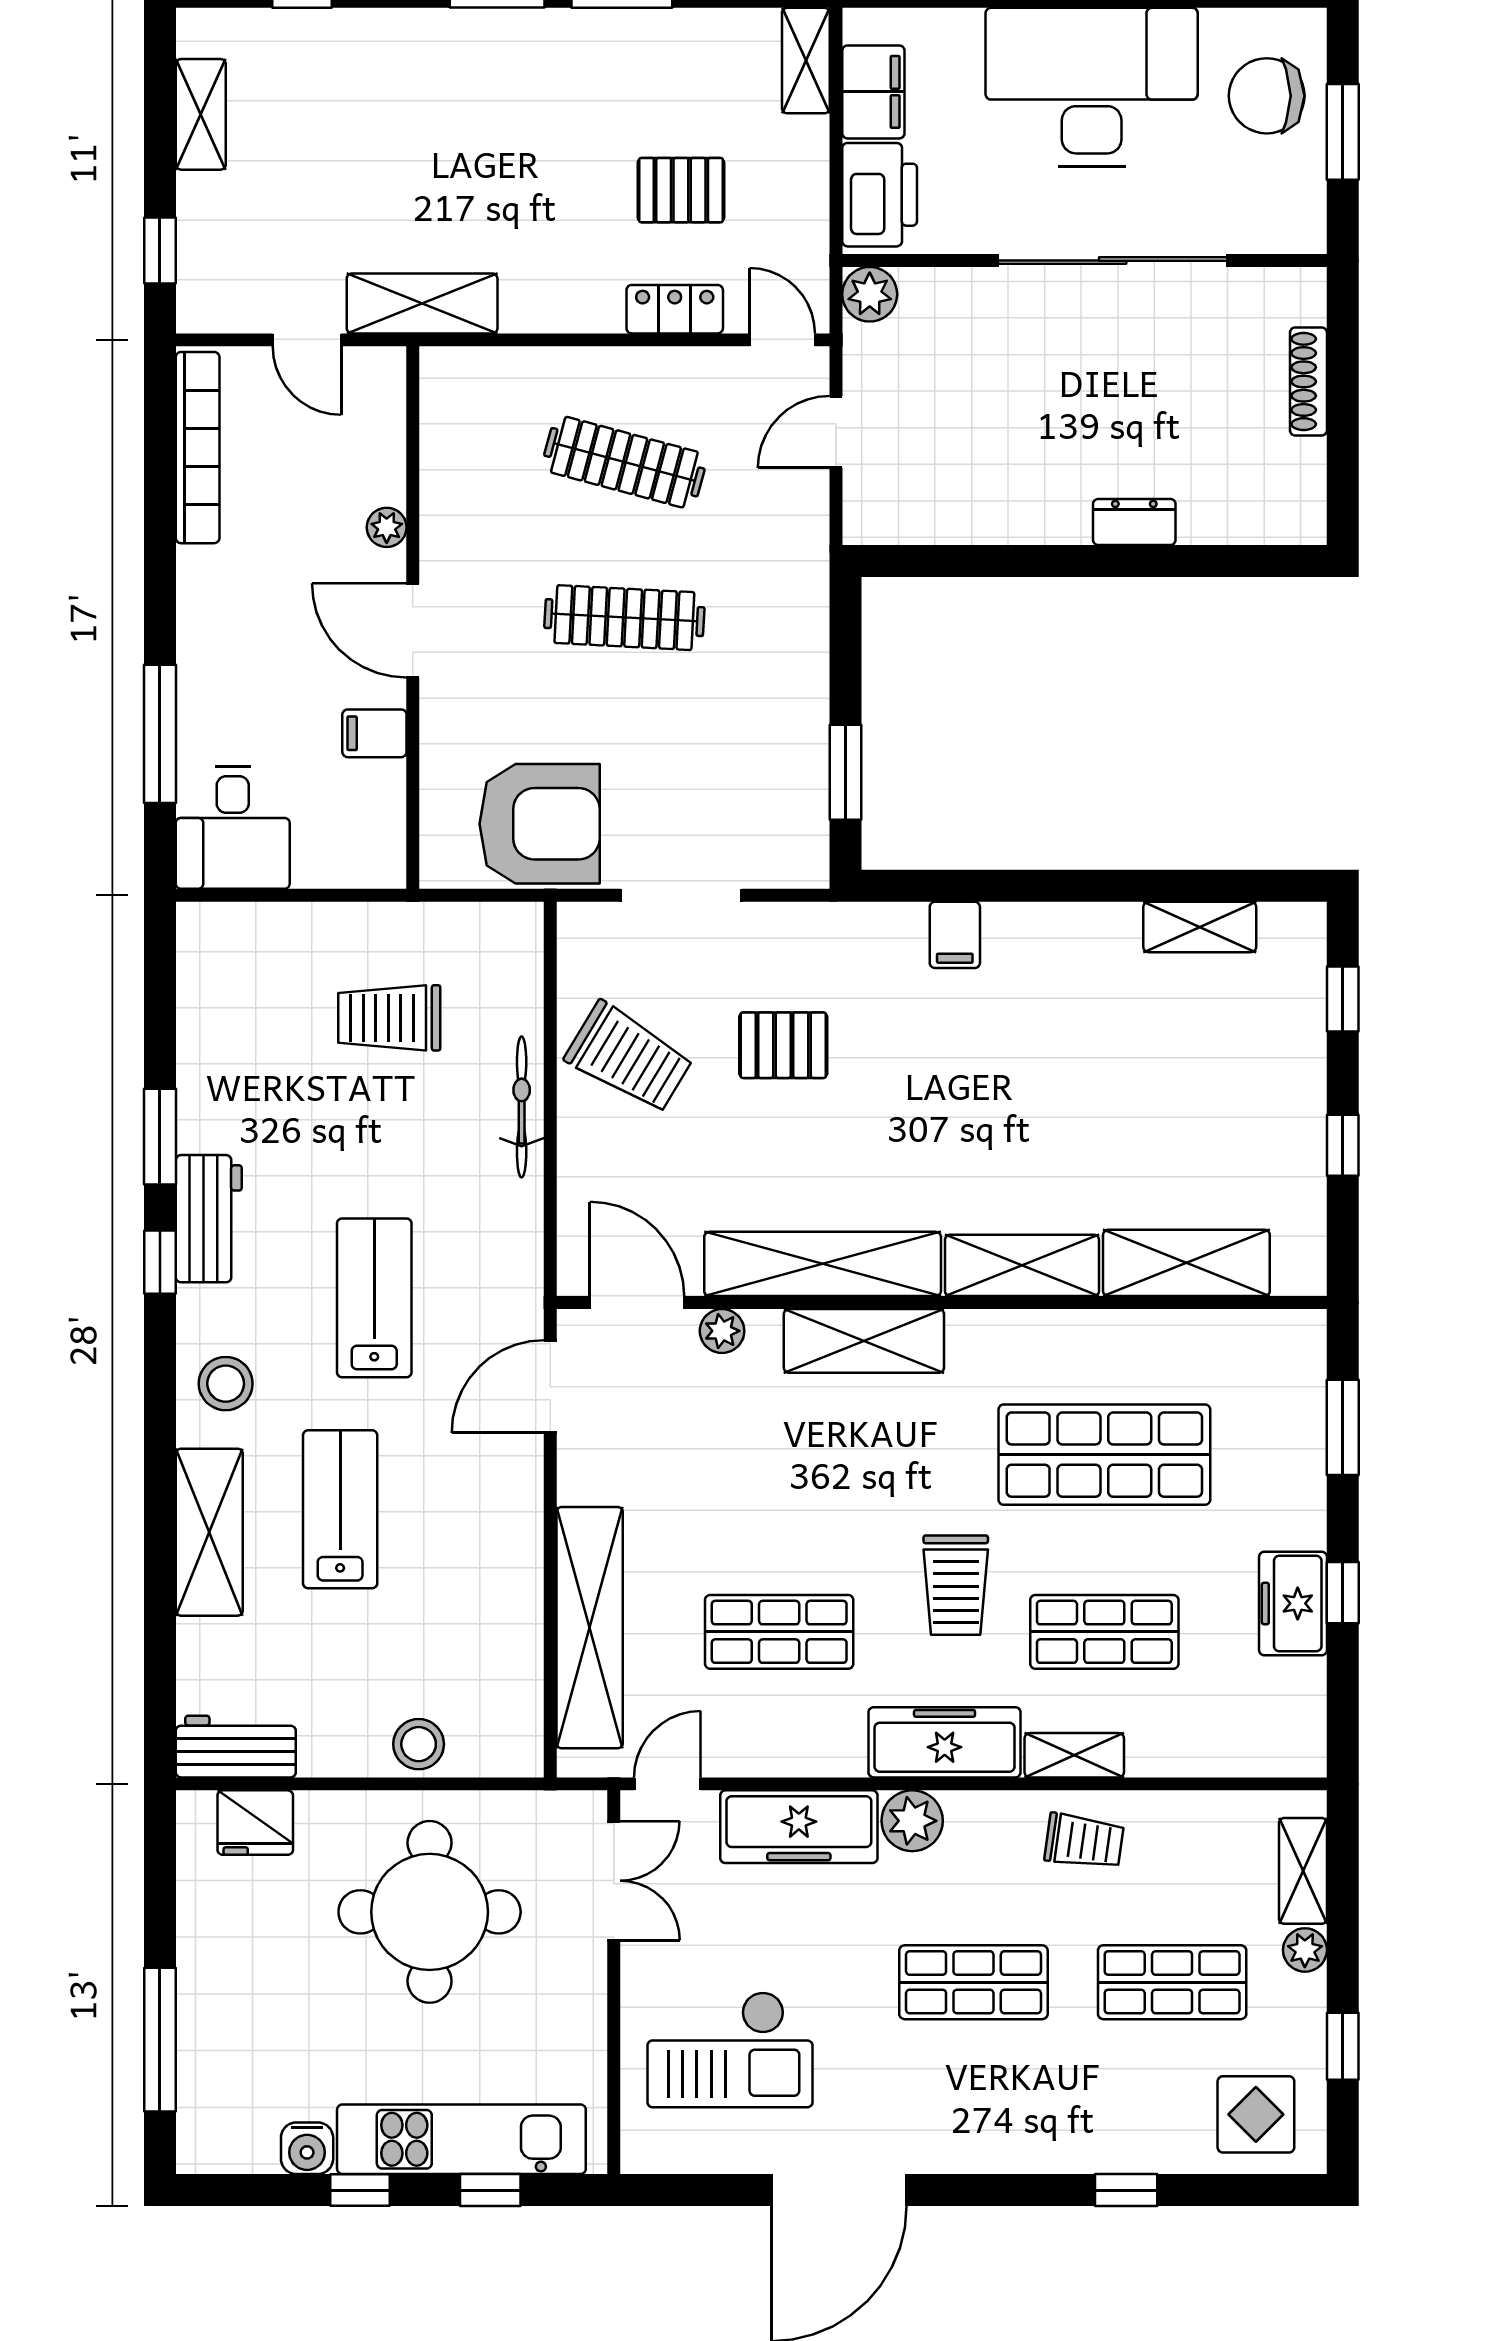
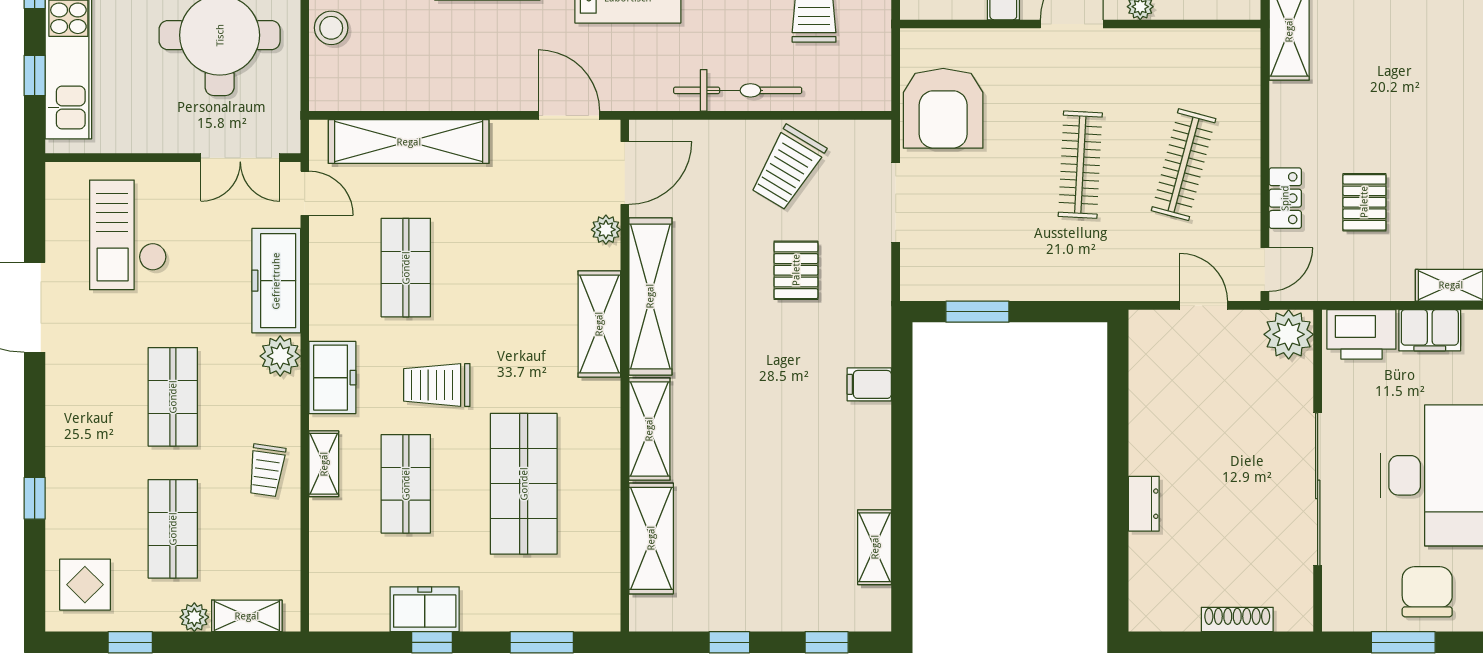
plant: (870, 294) -> (1289, 334), width x1.36, depth x1.36
bicycle: (522, 1107) -> (738, 90), width x1.37, depth x1.40
freezer: (945, 1742) -> (332, 378), width x0.71

